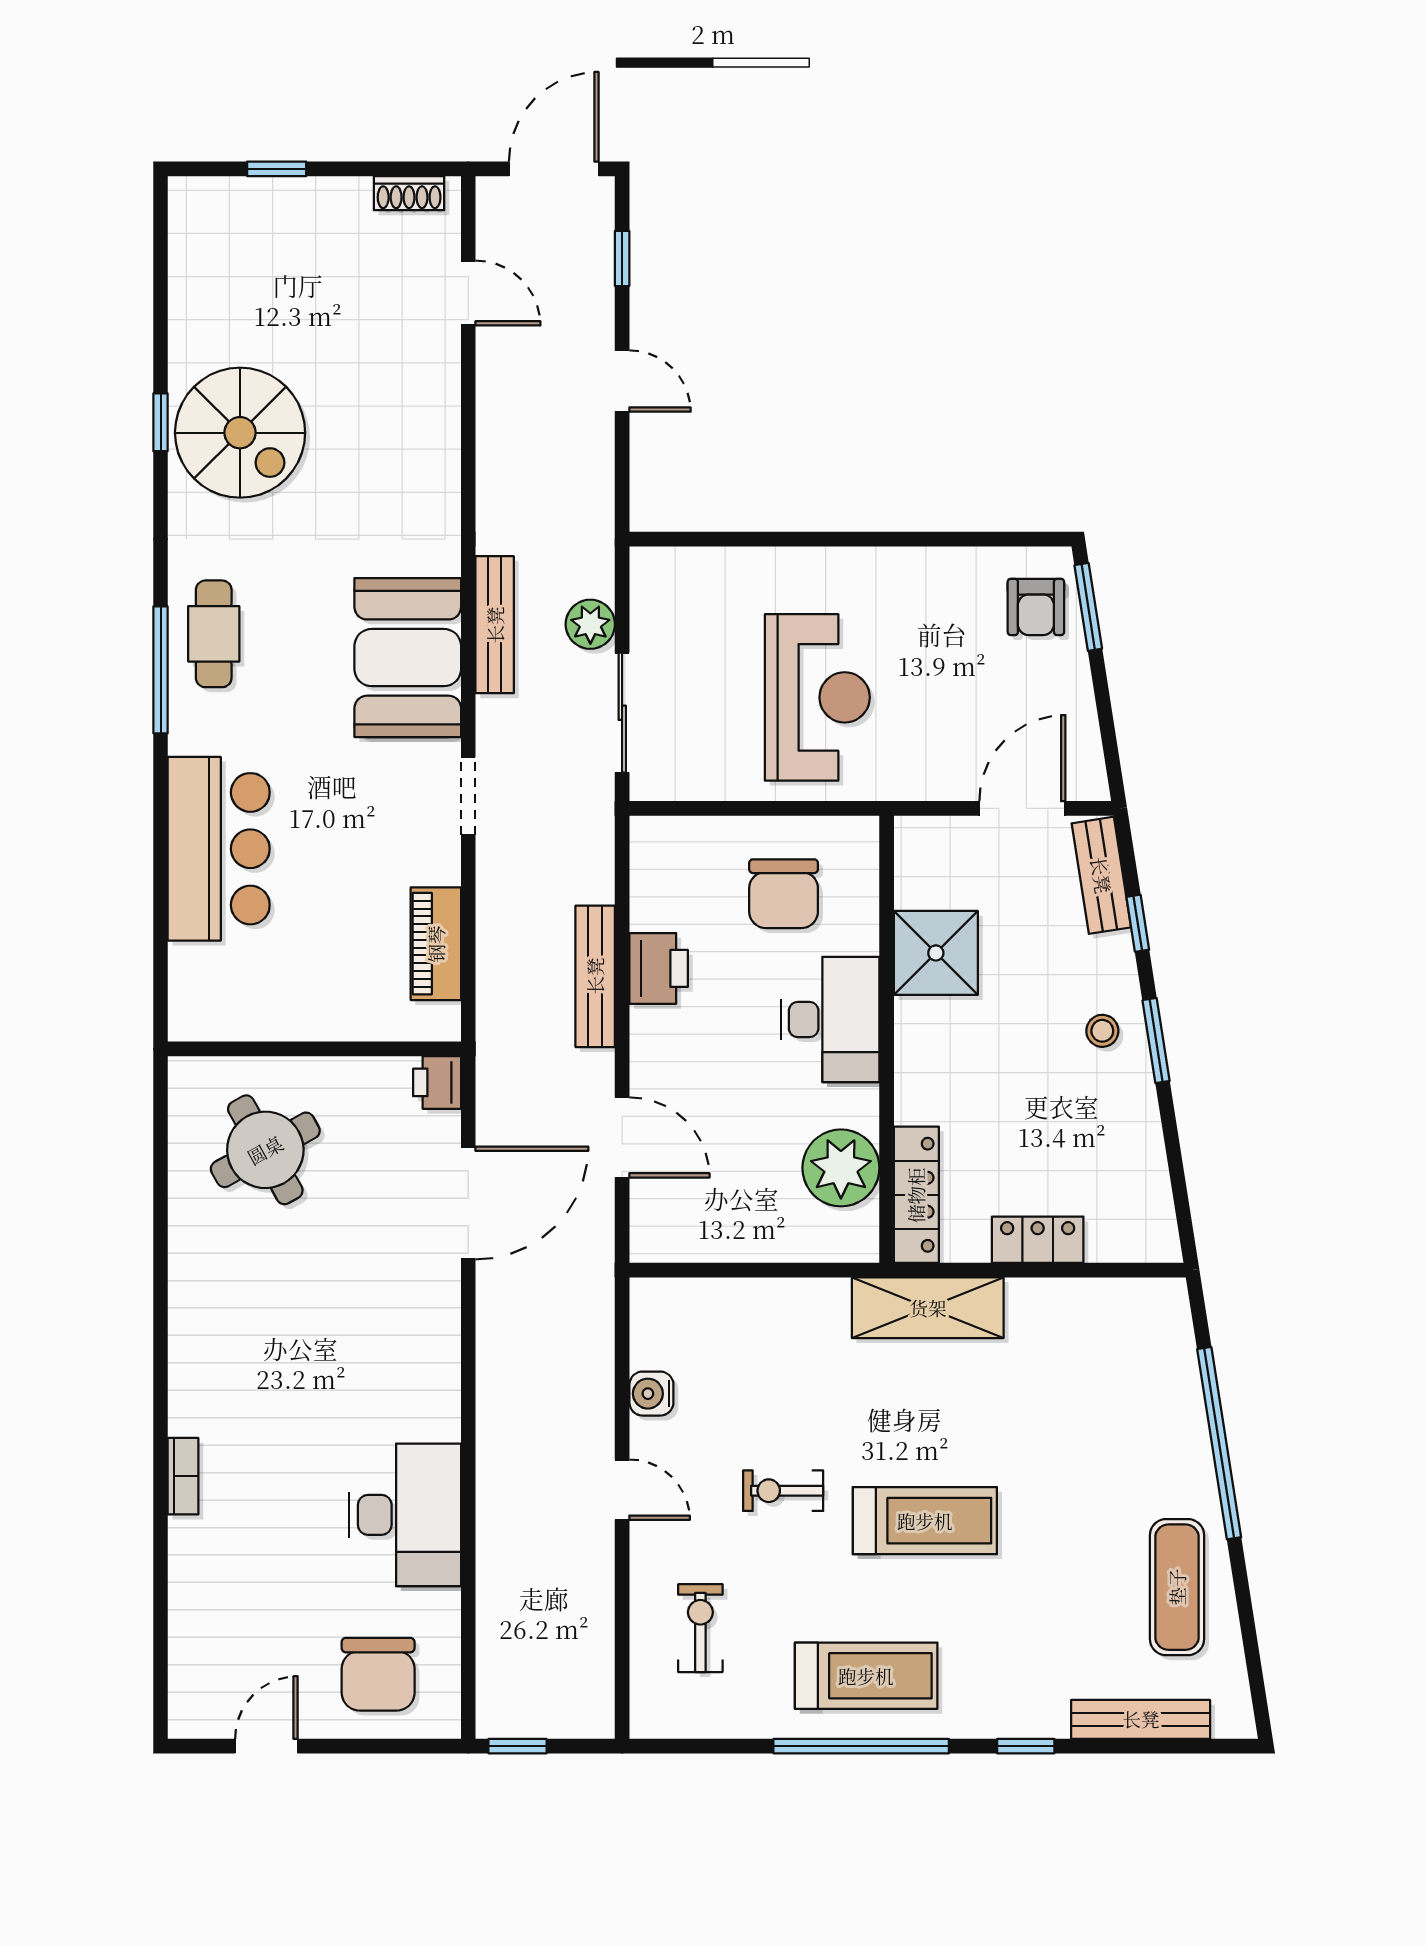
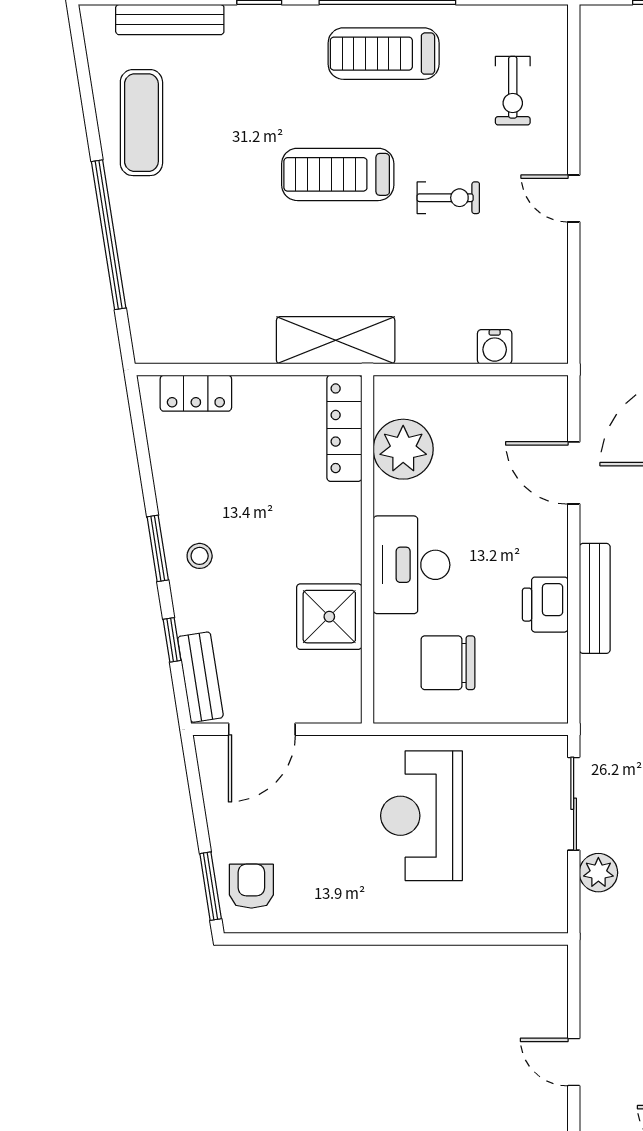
chair: (784, 894) -> (448, 663), turned -90
locker: (1038, 1240) -> (196, 393), moved
water cooler: (651, 1394) -> (495, 347), moved, turned 90

